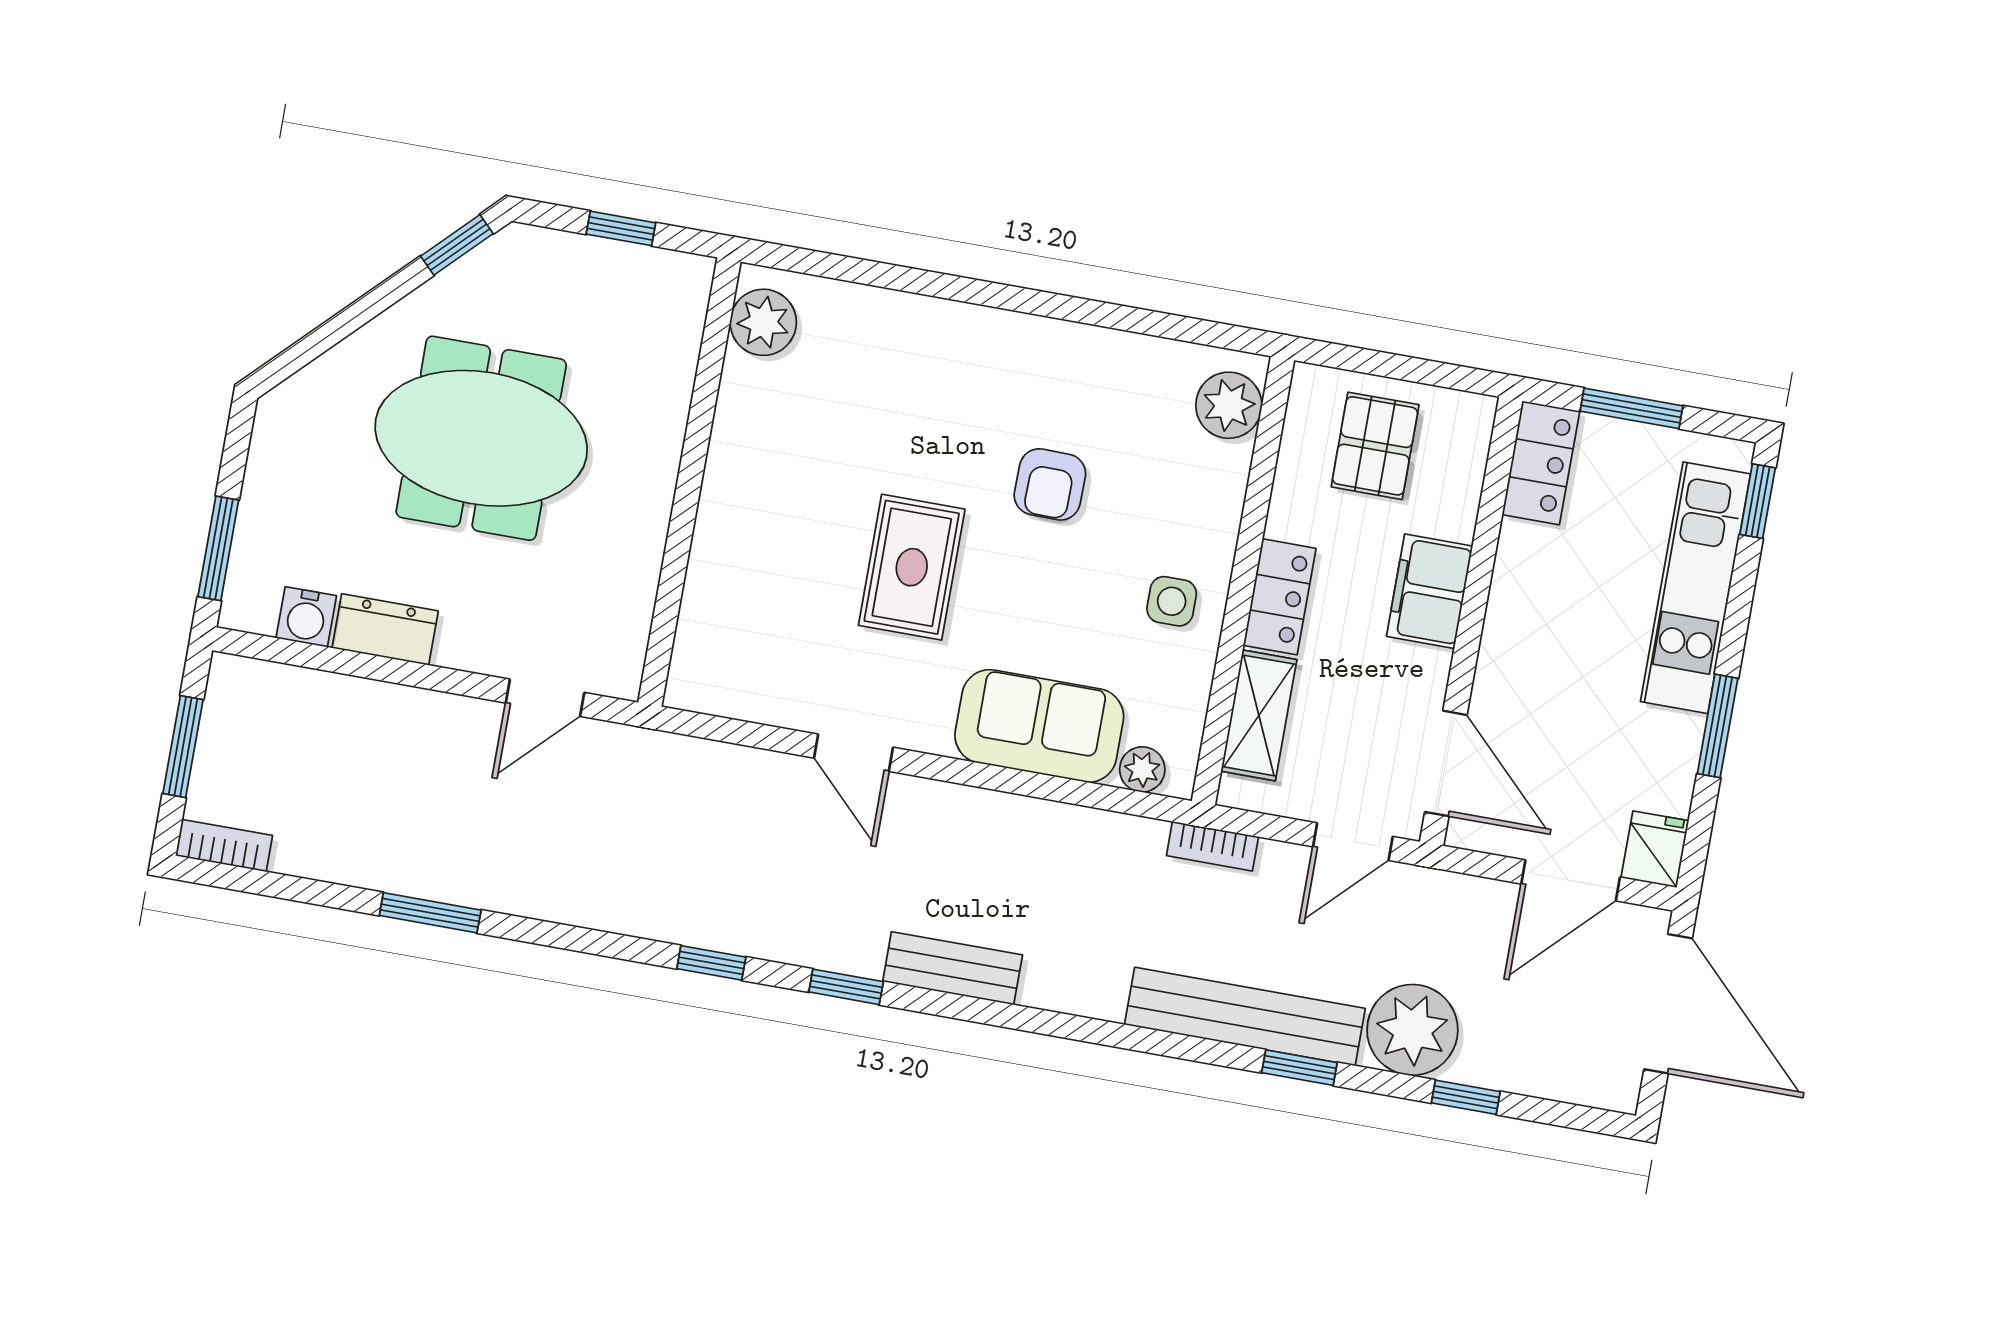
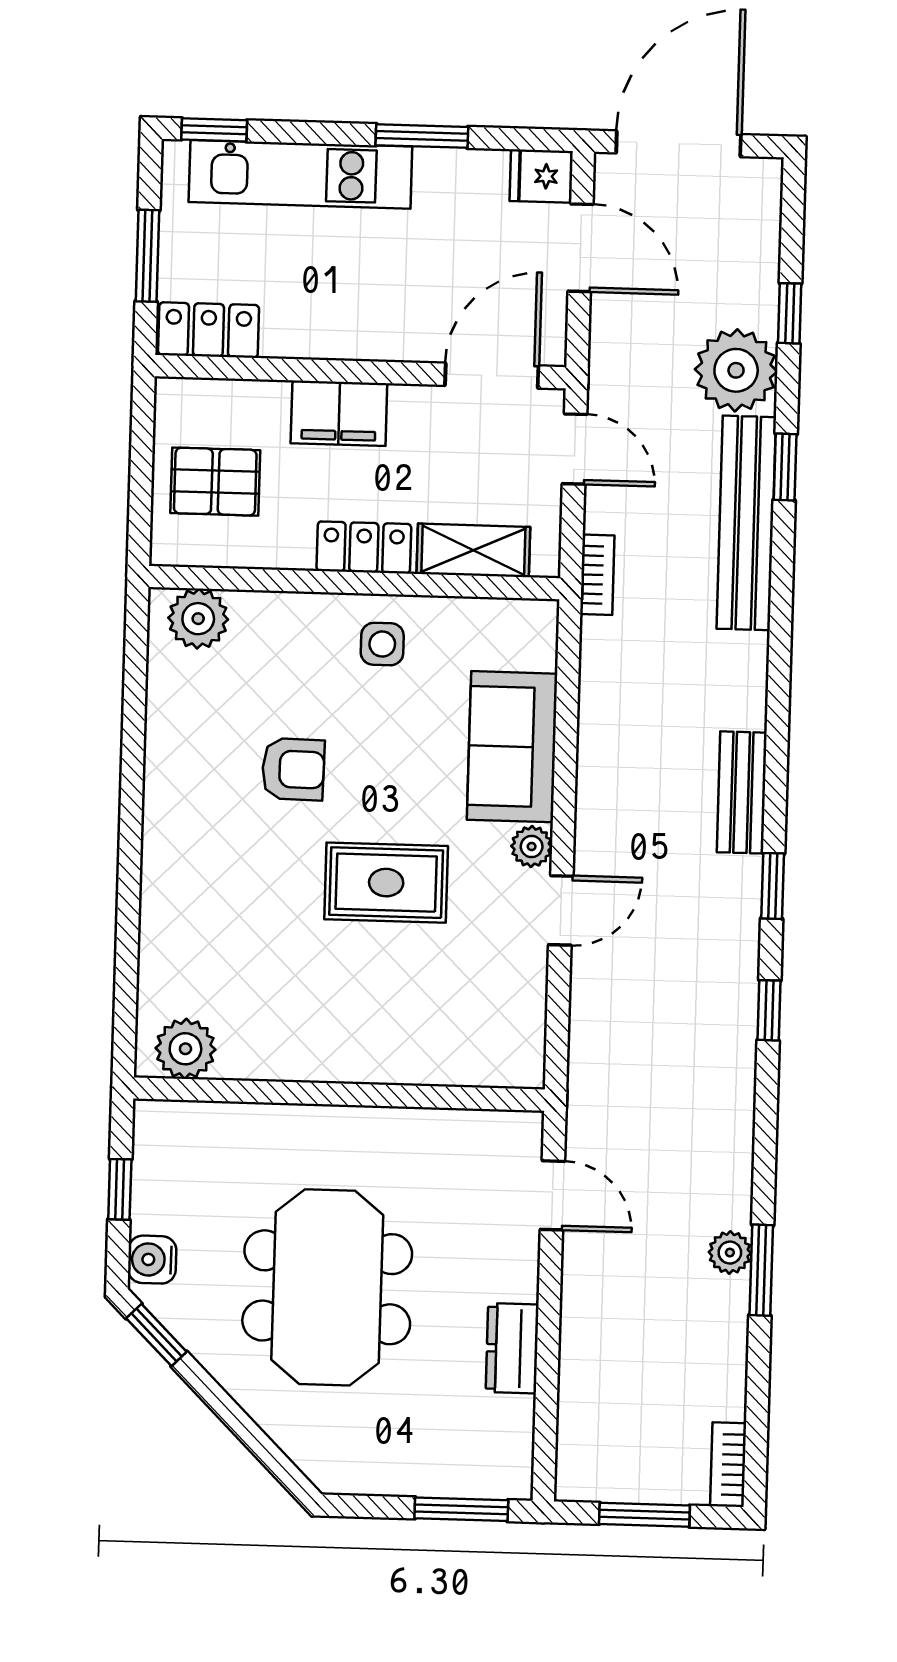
water cooler: (306, 617) -> (152, 1260), moved, turned 180
plant: (1142, 769) -> (532, 846), moved
plant: (454, 882) -> (730, 1253), added

